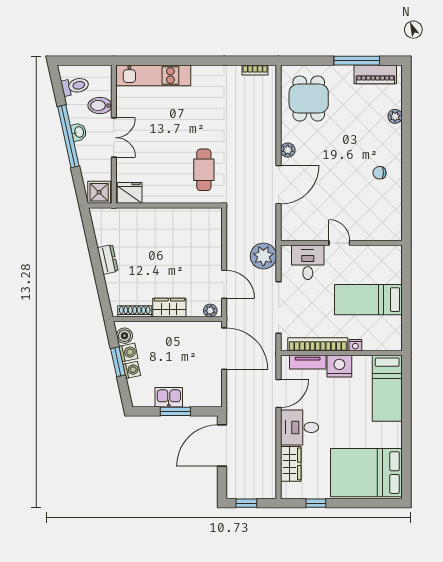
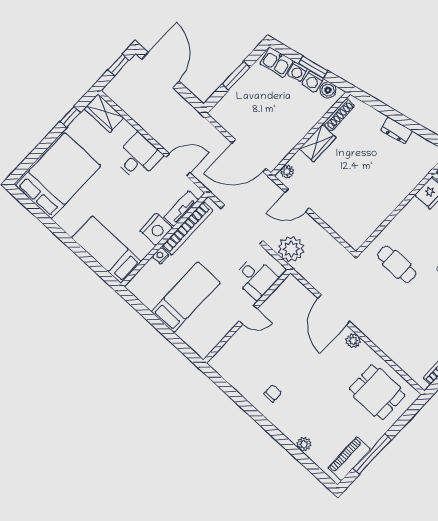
door: (279, 393) -> (178, 165), swing flipped
kitchen sink: (169, 397) -> (276, 62), moved, turned 78
door: (222, 445) -> (160, 70), moved
wardrobe: (291, 464) -> (104, 113), moved

